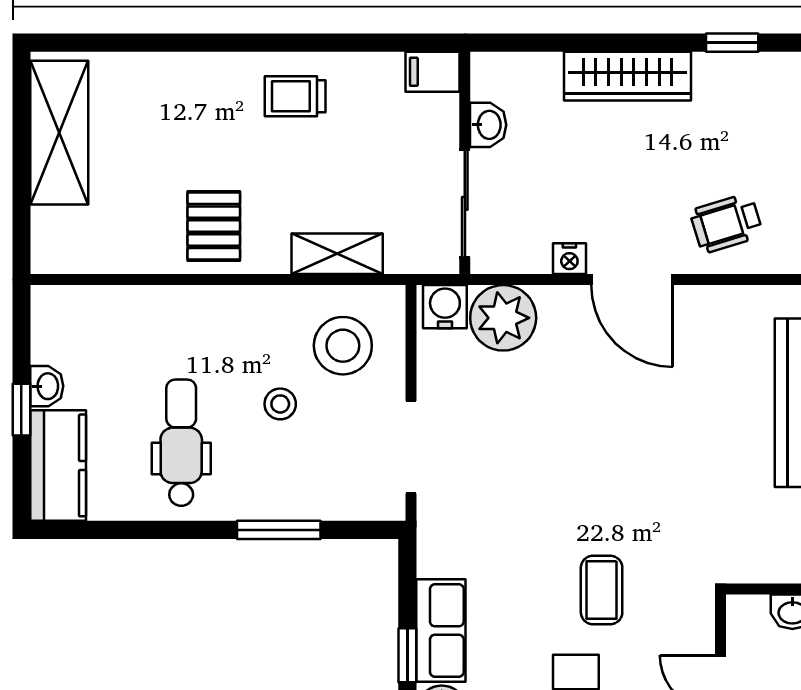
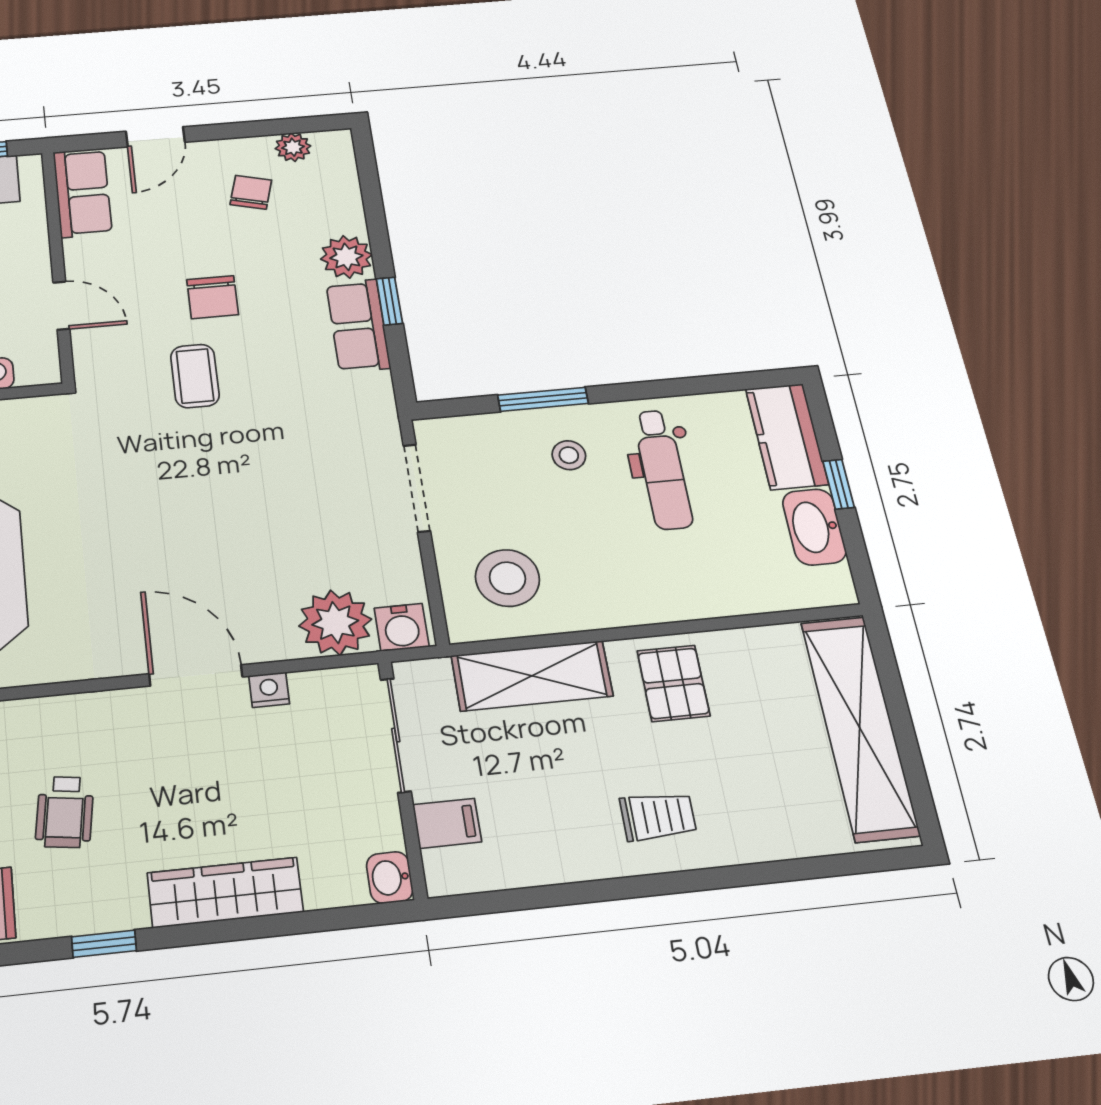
filing cabinet: (433, 72) -> (447, 823), moved
trolley: (295, 96) -> (658, 816), moved
washbasin: (488, 125) -> (390, 878), moved
shelving: (59, 133) -> (860, 727), width x1.47
wheelchair: (726, 223) -> (65, 812), moved, turned 115
shelving: (337, 254) -> (532, 676), width x1.50, depth x1.33
washbasin: (47, 386) -> (814, 527), width x1.91, depth x1.45
stool: (280, 404) -> (569, 455), moved

